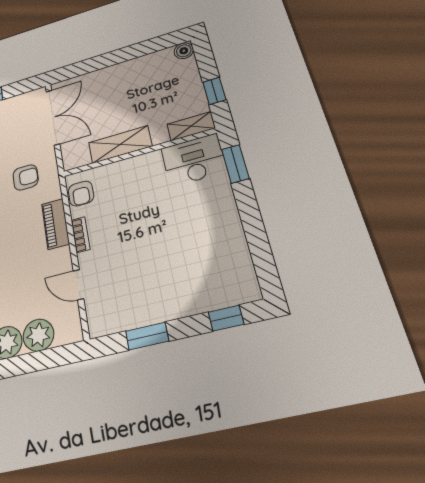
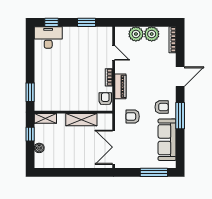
boiler: (184, 51) -> (39, 148), moved
desk: (194, 160) -> (48, 37), moved, turned 180

